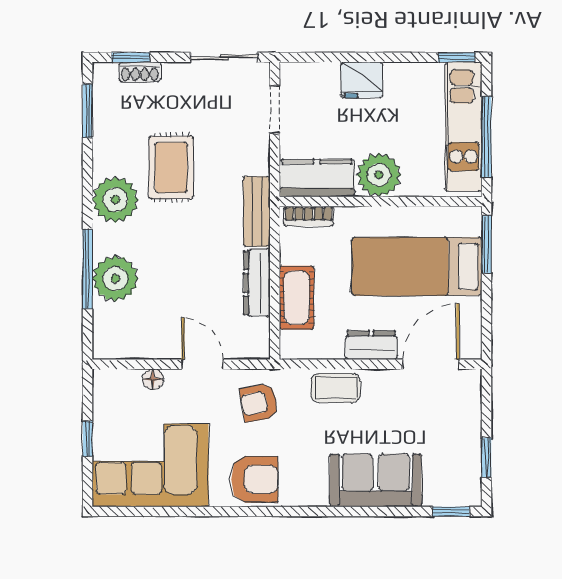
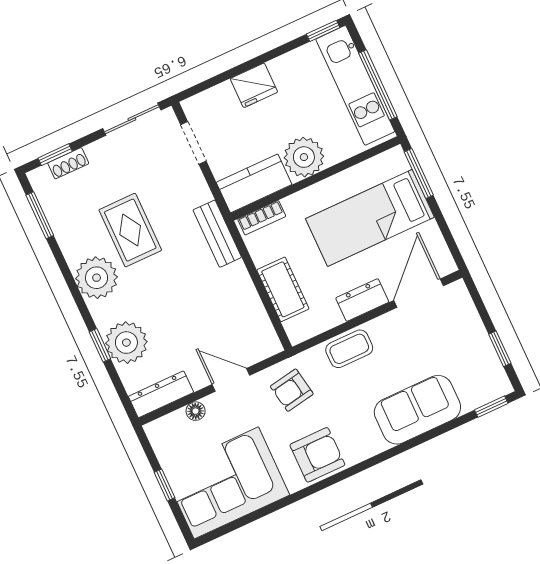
window: (87, 269) -> (100, 345), width x0.46
dresser: (257, 283) -> (161, 394), moved, turned 90

